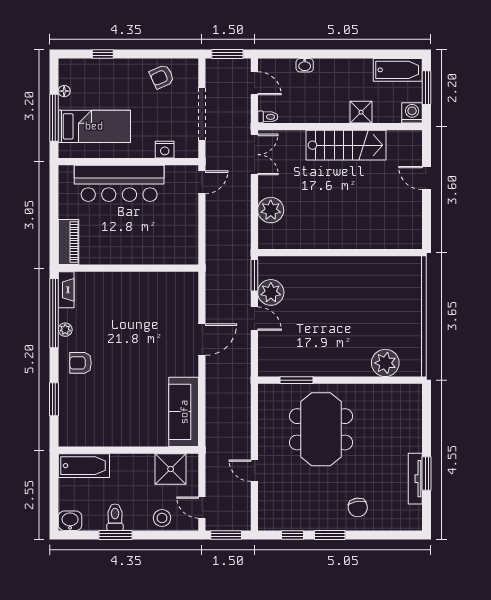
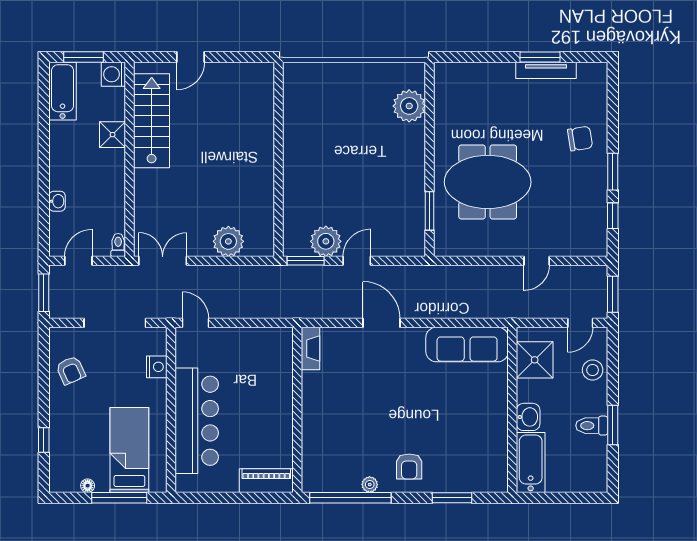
stairs: (346, 145) -> (152, 121), moved
fireplace: (66, 290) -> (310, 348), moved, turned 90
washbasin: (70, 521) -> (528, 417), moved, turned 180

